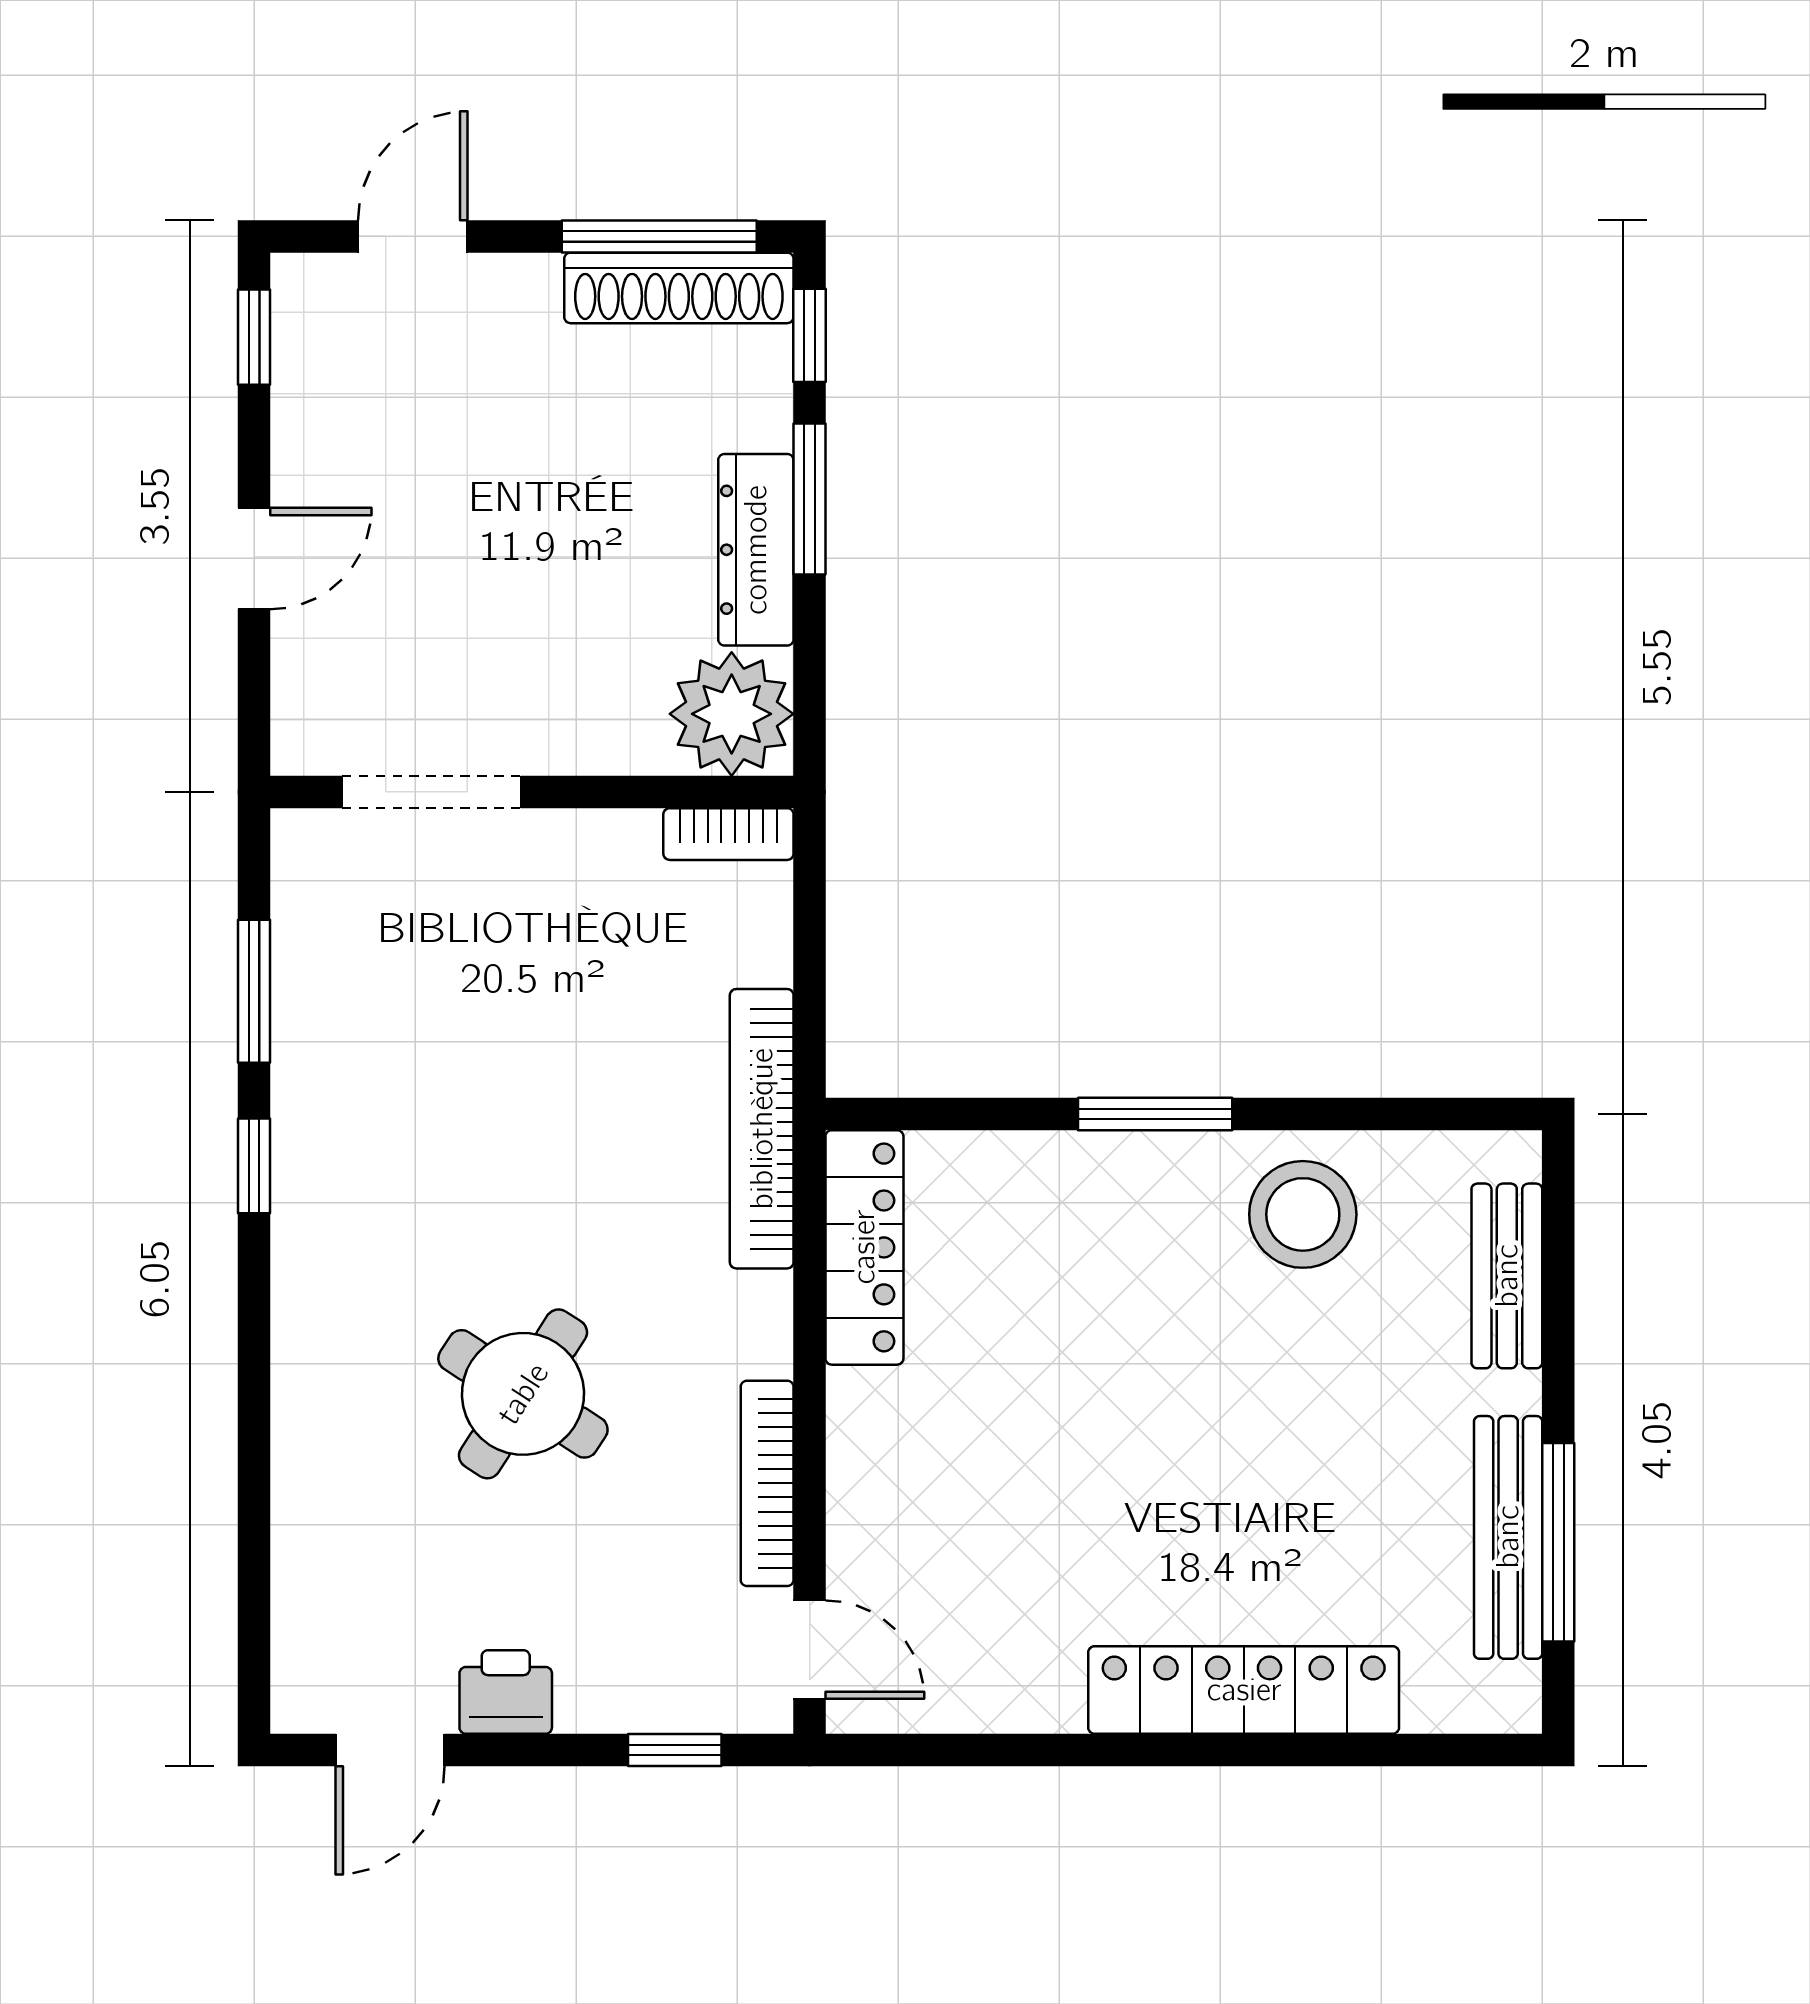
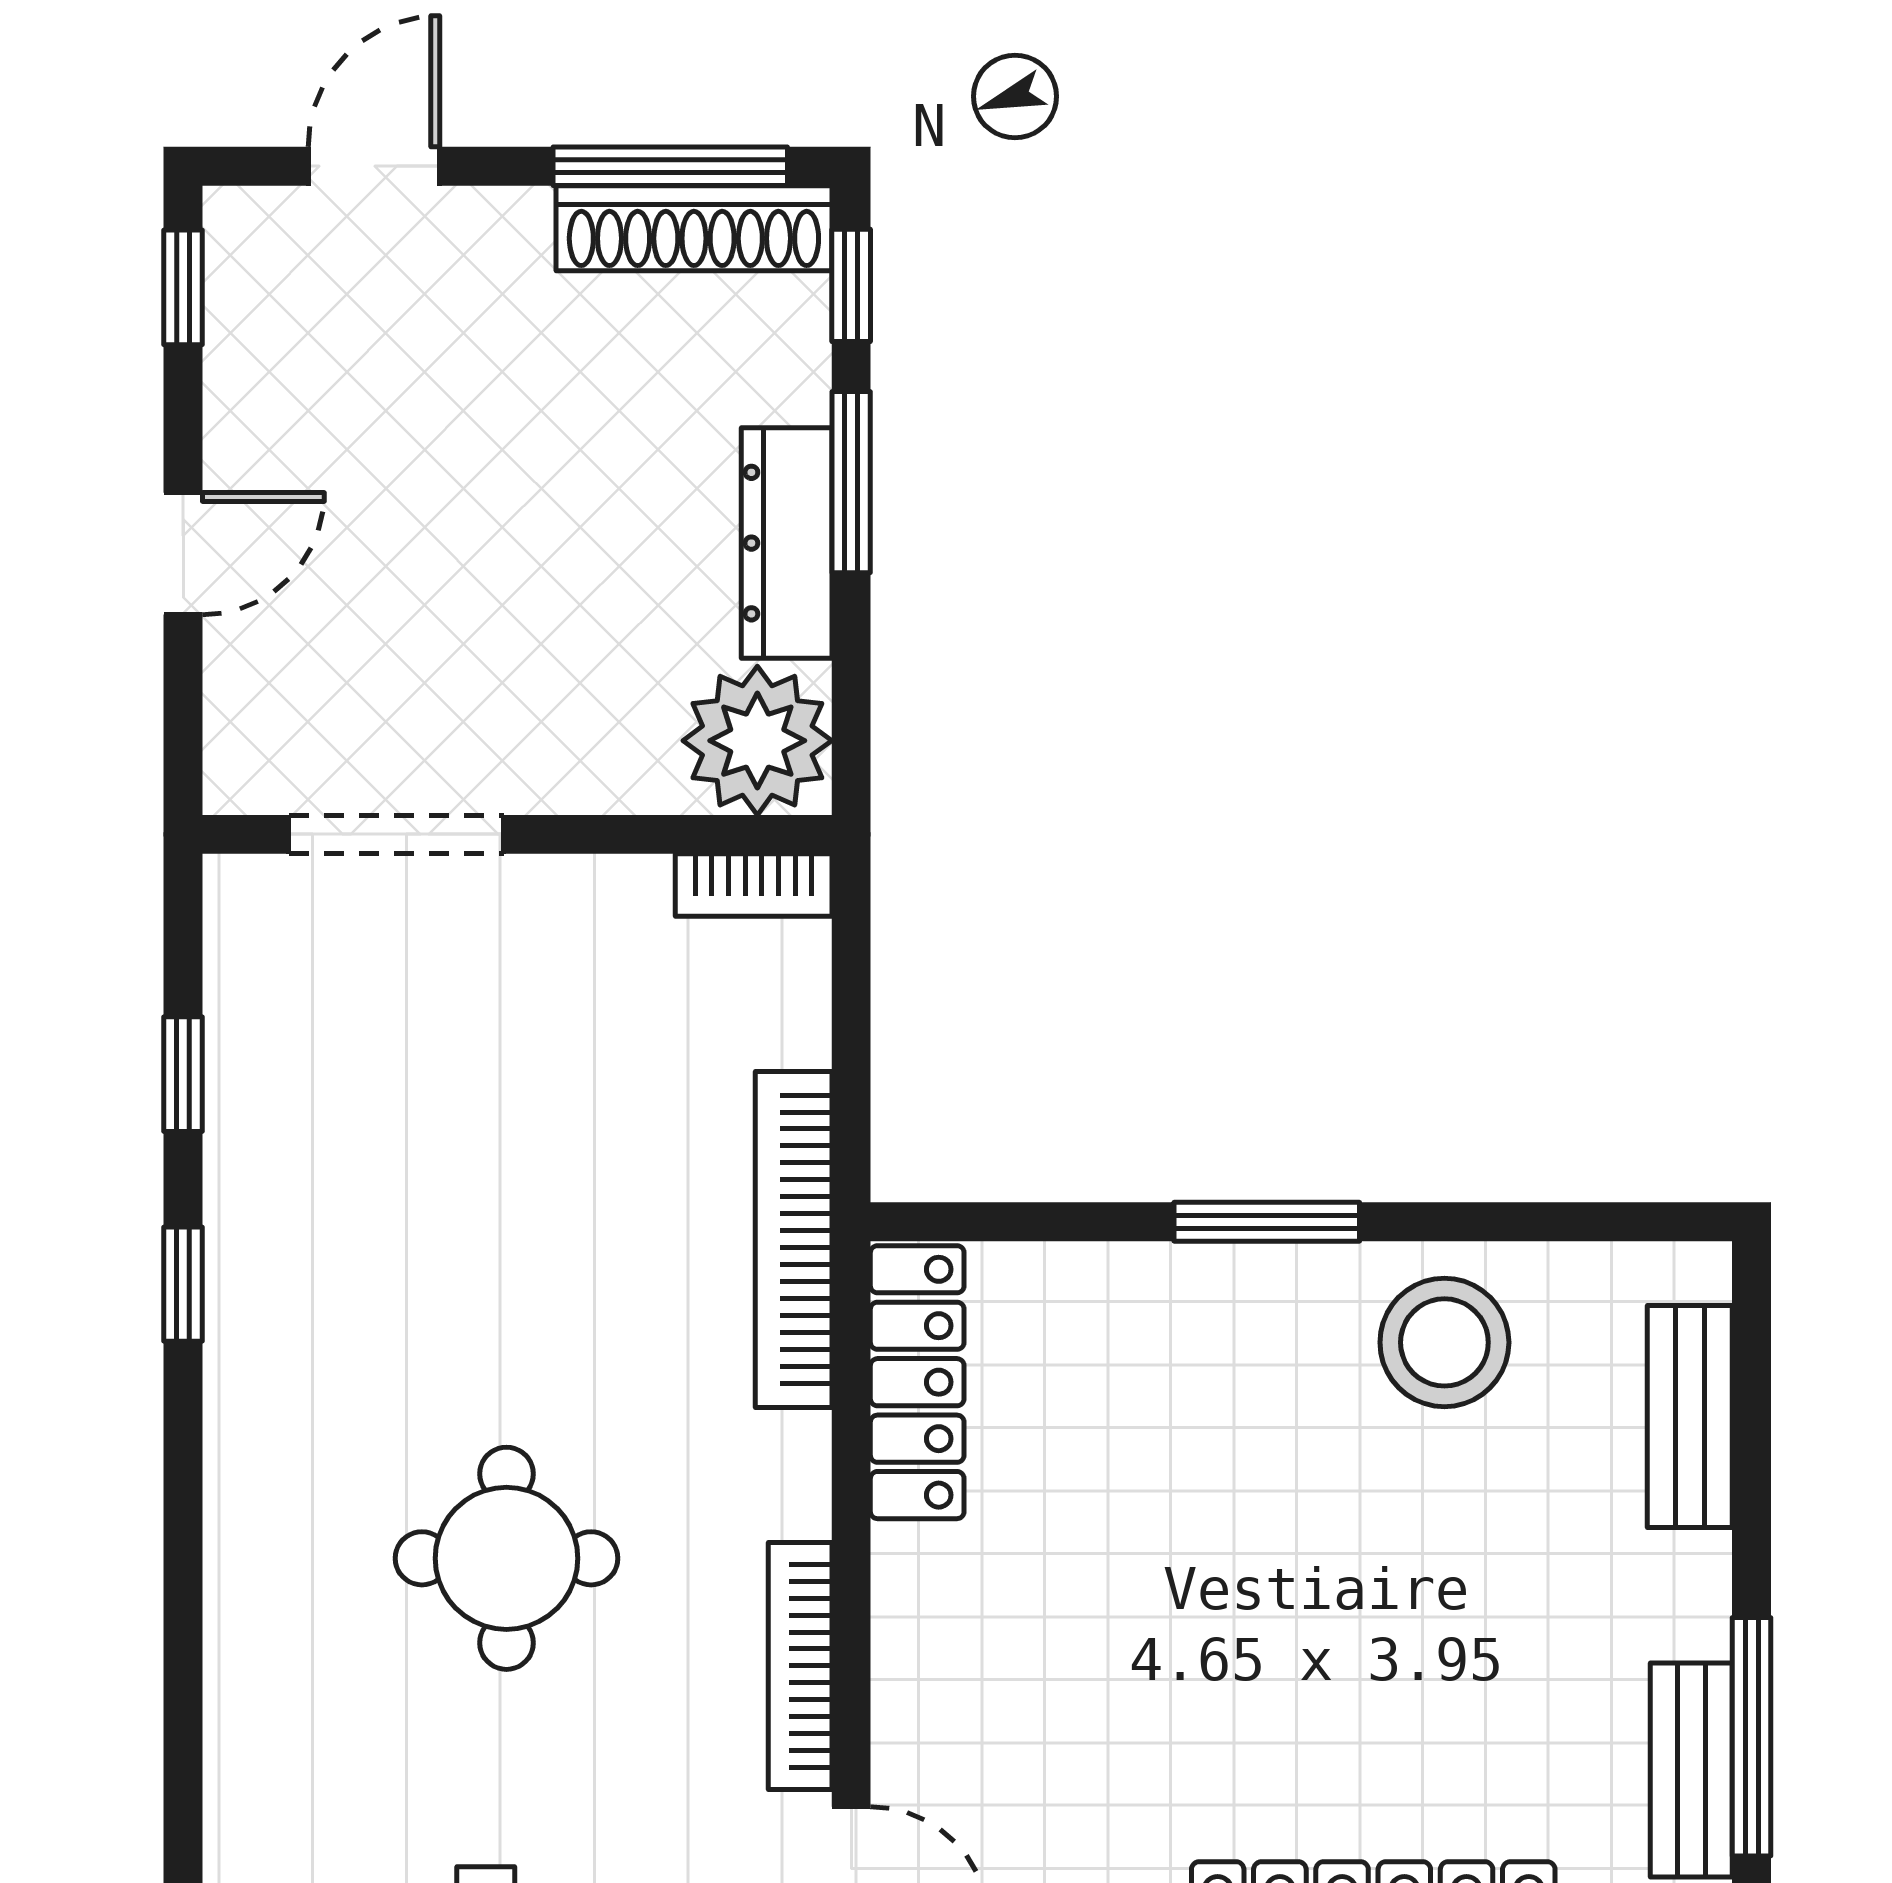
window: (254, 991) -> (183, 1074), width x0.67
round table: (523, 1394) -> (506, 1558), turned -33
bench: (1508, 1537) -> (1691, 1770), width x0.73

